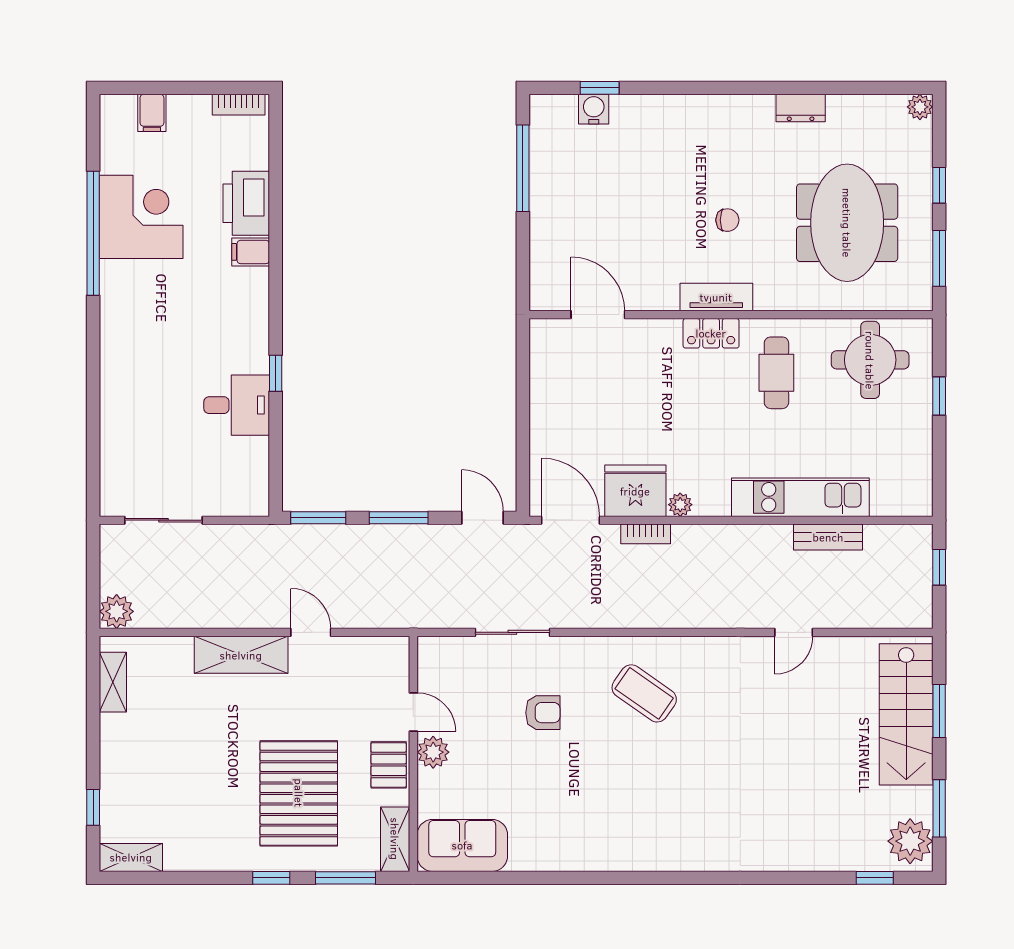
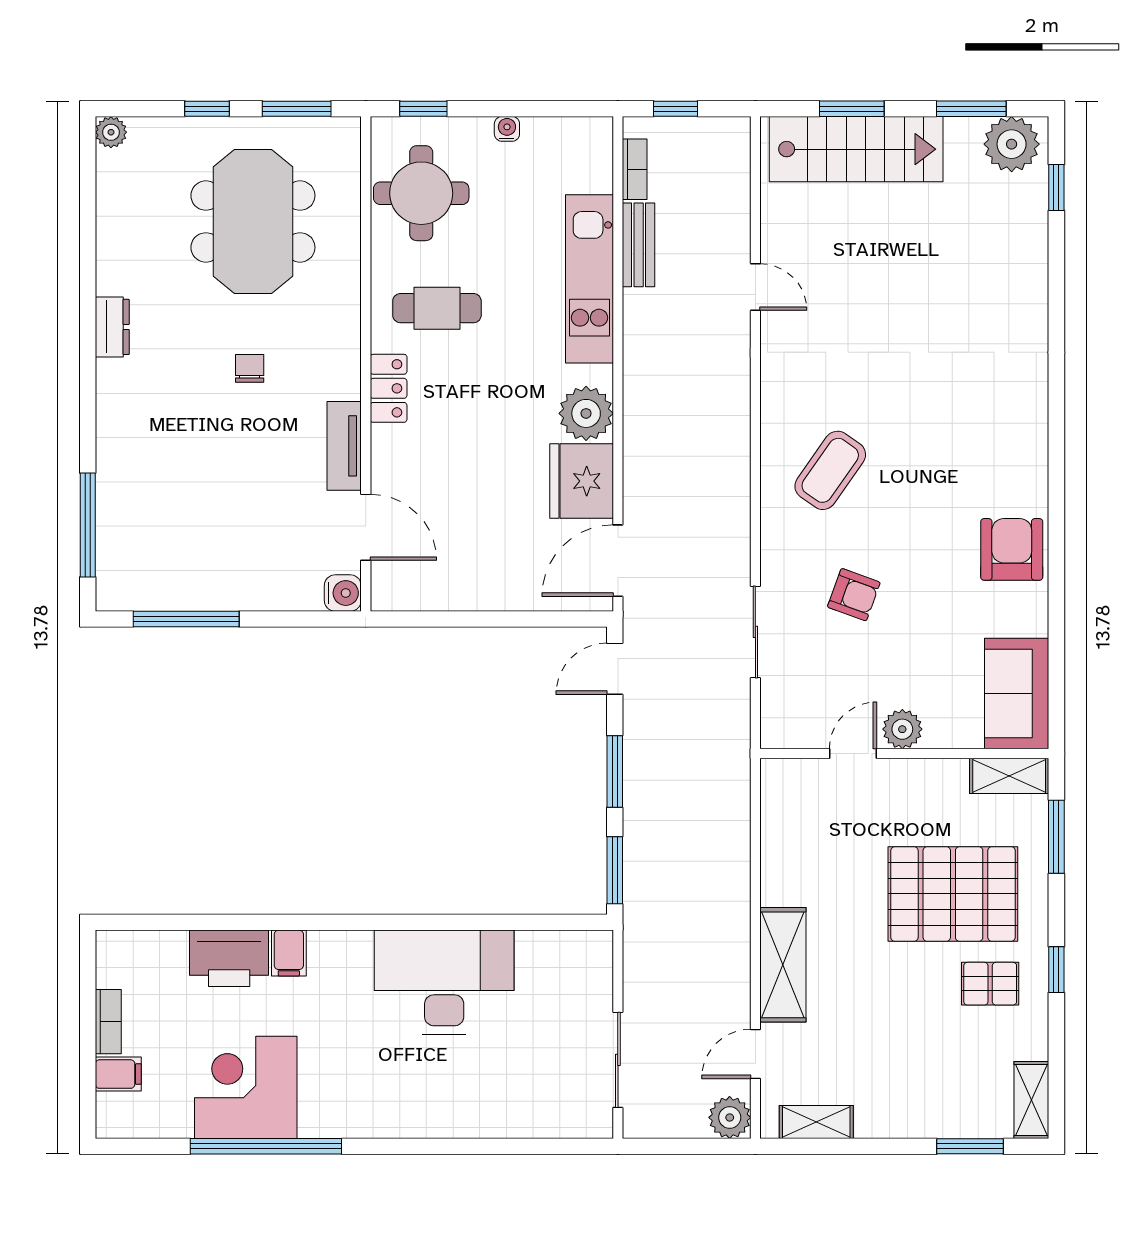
window: (600, 88) -> (88, 525), width x2.17
bookcase: (239, 105) -> (108, 1022), moved
dresser: (801, 108) -> (112, 327), moved
water cooler: (594, 109) -> (343, 593), moved, turned 180
meeting table: (847, 223) -> (253, 221), turned 90
tv unit: (716, 297) -> (344, 446), moved
door: (598, 315) -> (366, 527), swing flipped
window: (276, 373) -> (438, 922), removed
window: (939, 396) -> (423, 109), moved
desk: (237, 405) -> (444, 982), width x1.87, depth x1.30
water cooler: (923, 430) -> (507, 129), added
plant: (680, 505) -> (586, 413), width x1.88, depth x1.88
bookcase: (646, 534) -> (635, 169), moved
door: (311, 632) -> (755, 1054), moved
armchair: (543, 713) -> (854, 595), turned 110
pallet: (389, 765) -> (990, 984), moved
window: (93, 807) -> (970, 1146), width x1.50
armchair: (580, 841) -> (1012, 549), added
window: (271, 878) -> (1056, 970), moved

